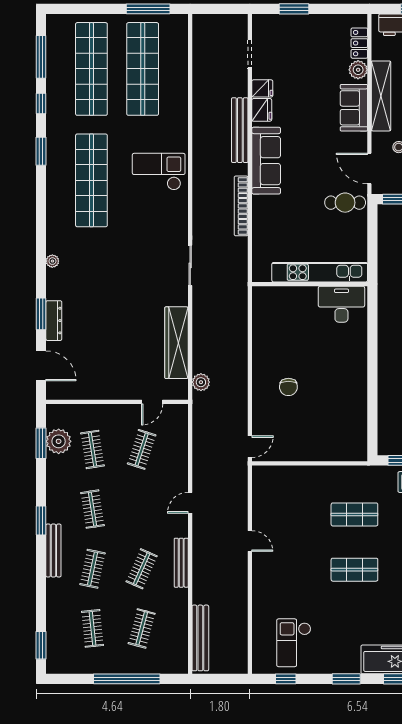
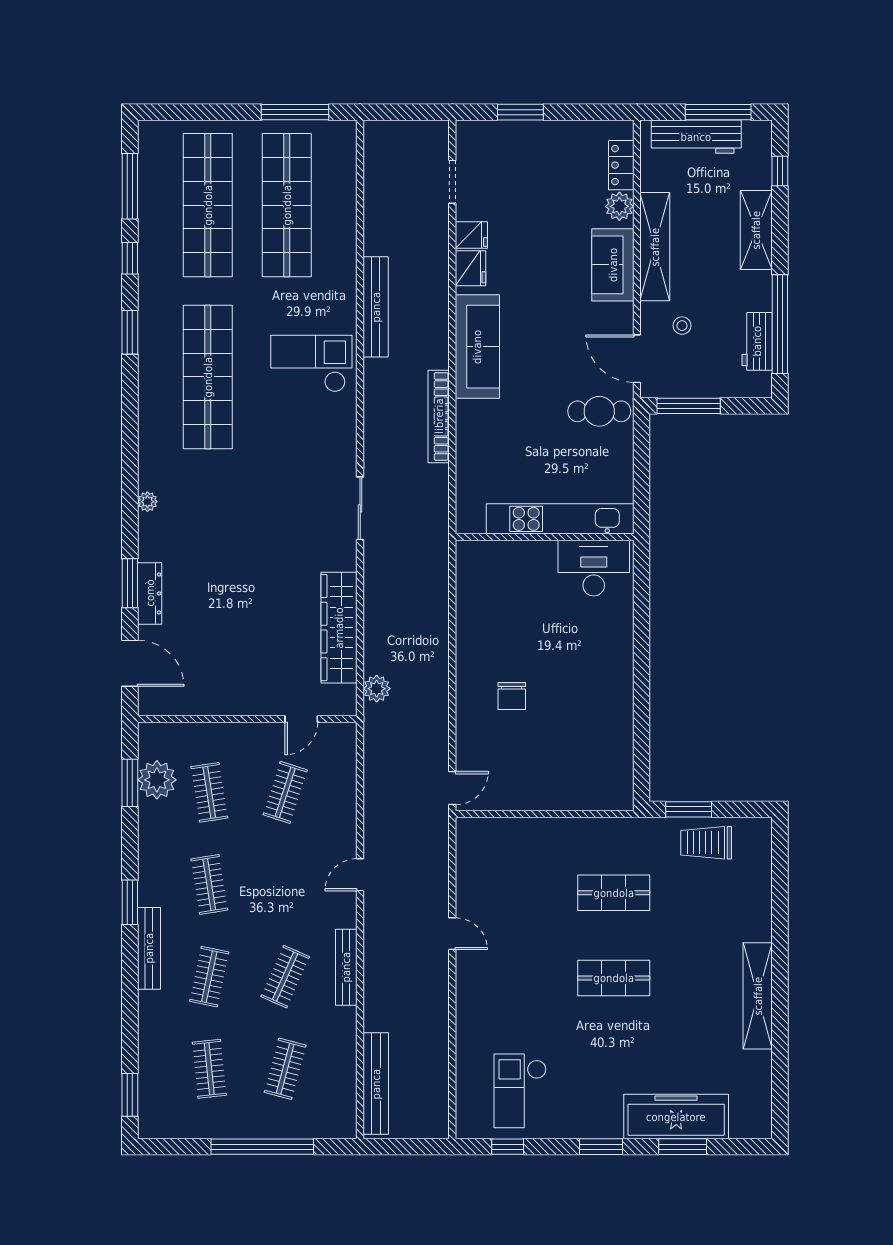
bench: (240, 130) -> (376, 307), moved

